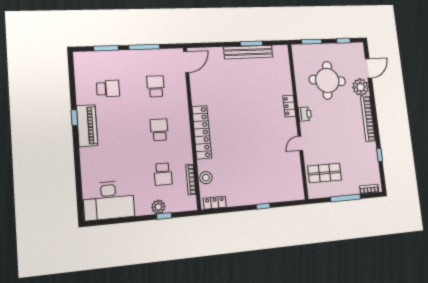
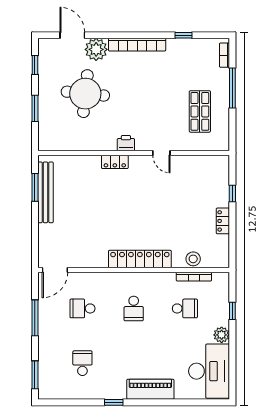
window: (106, 48) -> (35, 375), moved
door: (186, 62) -> (55, 270), swing flipped
locker: (289, 106) -> (115, 162), moved
printer: (305, 114) -> (126, 143), moved
wall: (298, 121) -> (134, 153), moved
piano: (87, 126) -> (150, 389), moved
school desk: (159, 130) -> (134, 308), turned -90
door: (300, 143) -> (161, 153), moved
locker: (215, 203) -> (223, 221), moved
plant: (158, 207) -> (222, 335), moved

